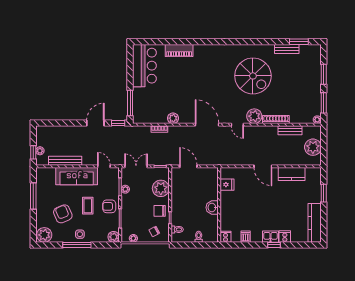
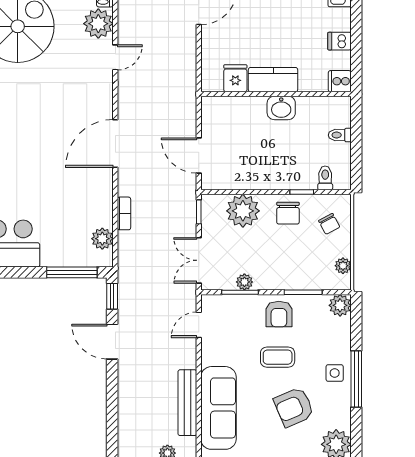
plant: (173, 118) -> (102, 239), moved
door: (207, 125) -> (115, 143), moved
door: (188, 166) -> (199, 156), hinge flipped
sofa: (77, 176) -> (218, 408), moved
kitchen counter: (226, 203) -> (273, 80), added

